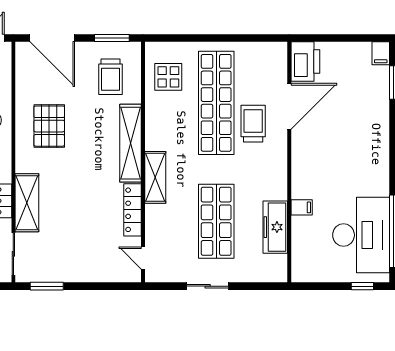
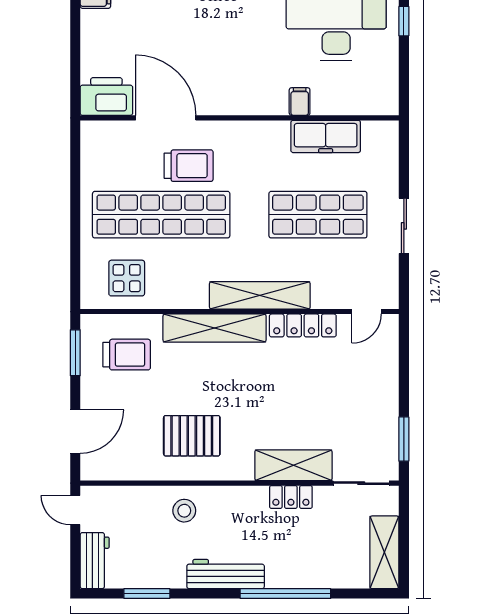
door: (52, 38) -> (75, 432), width x0.73
trolley: (253, 124) -> (189, 166), turned 180
shelving: (155, 177) -> (260, 295), width x1.47

